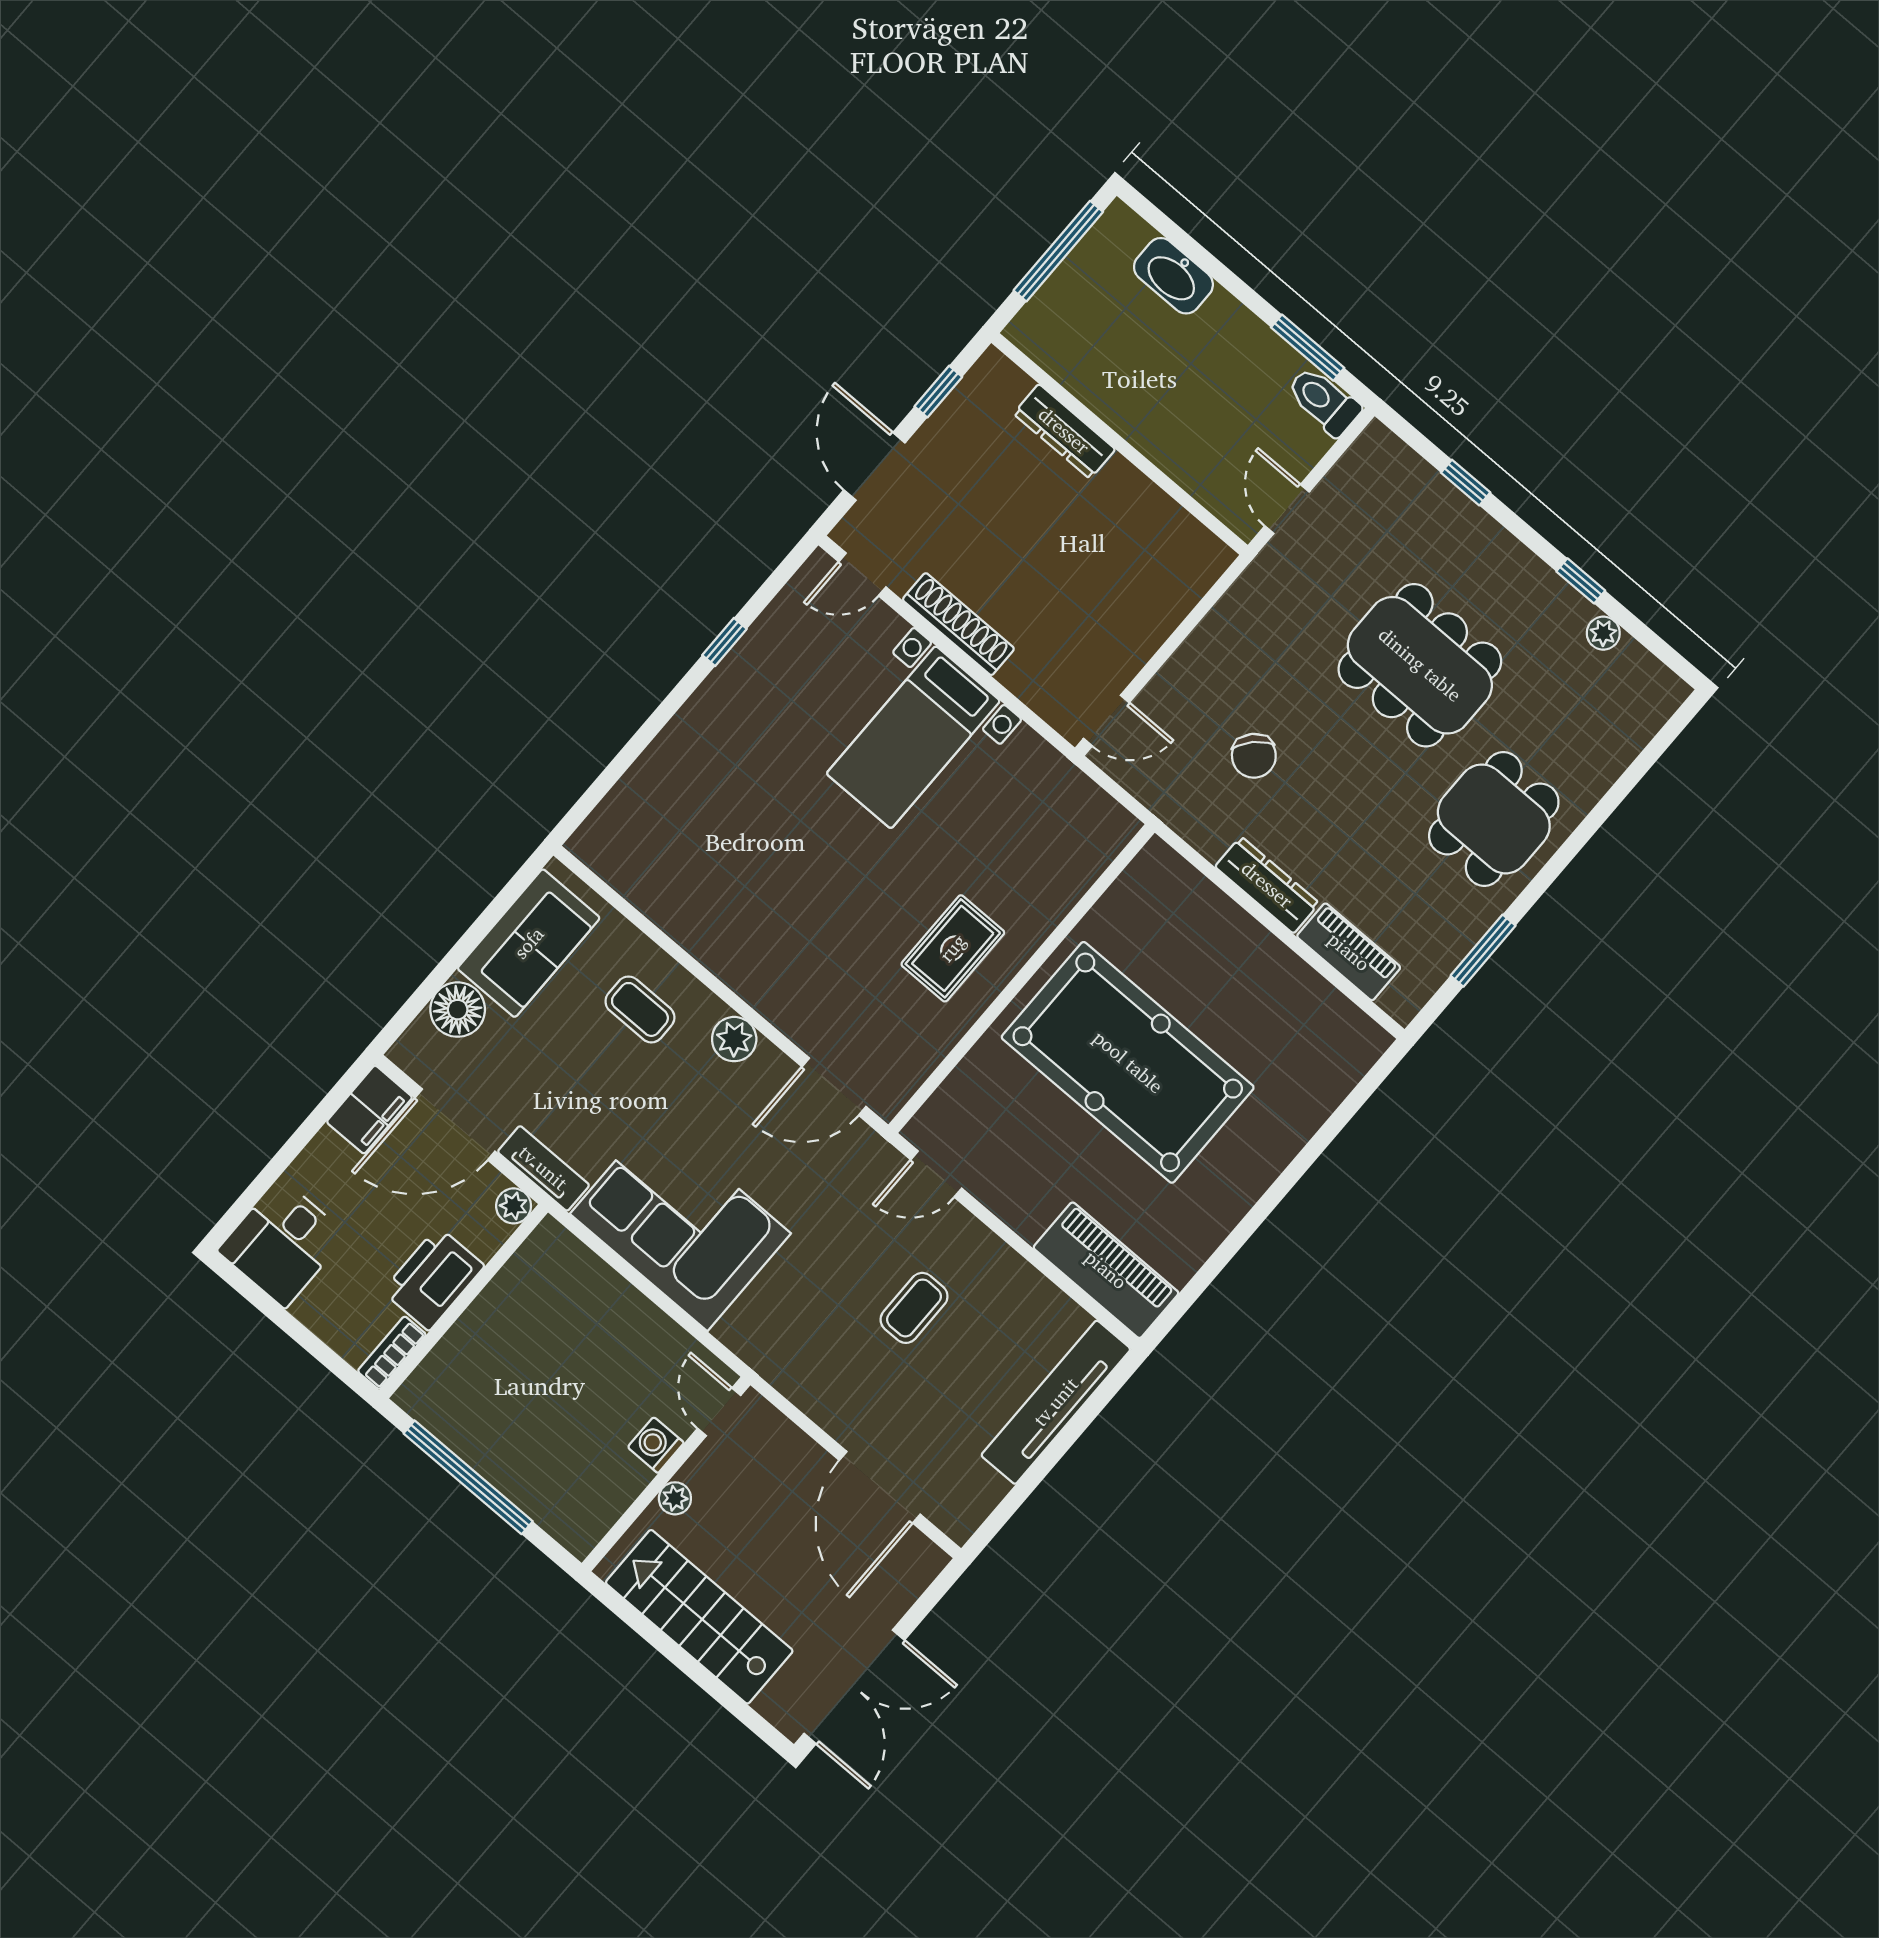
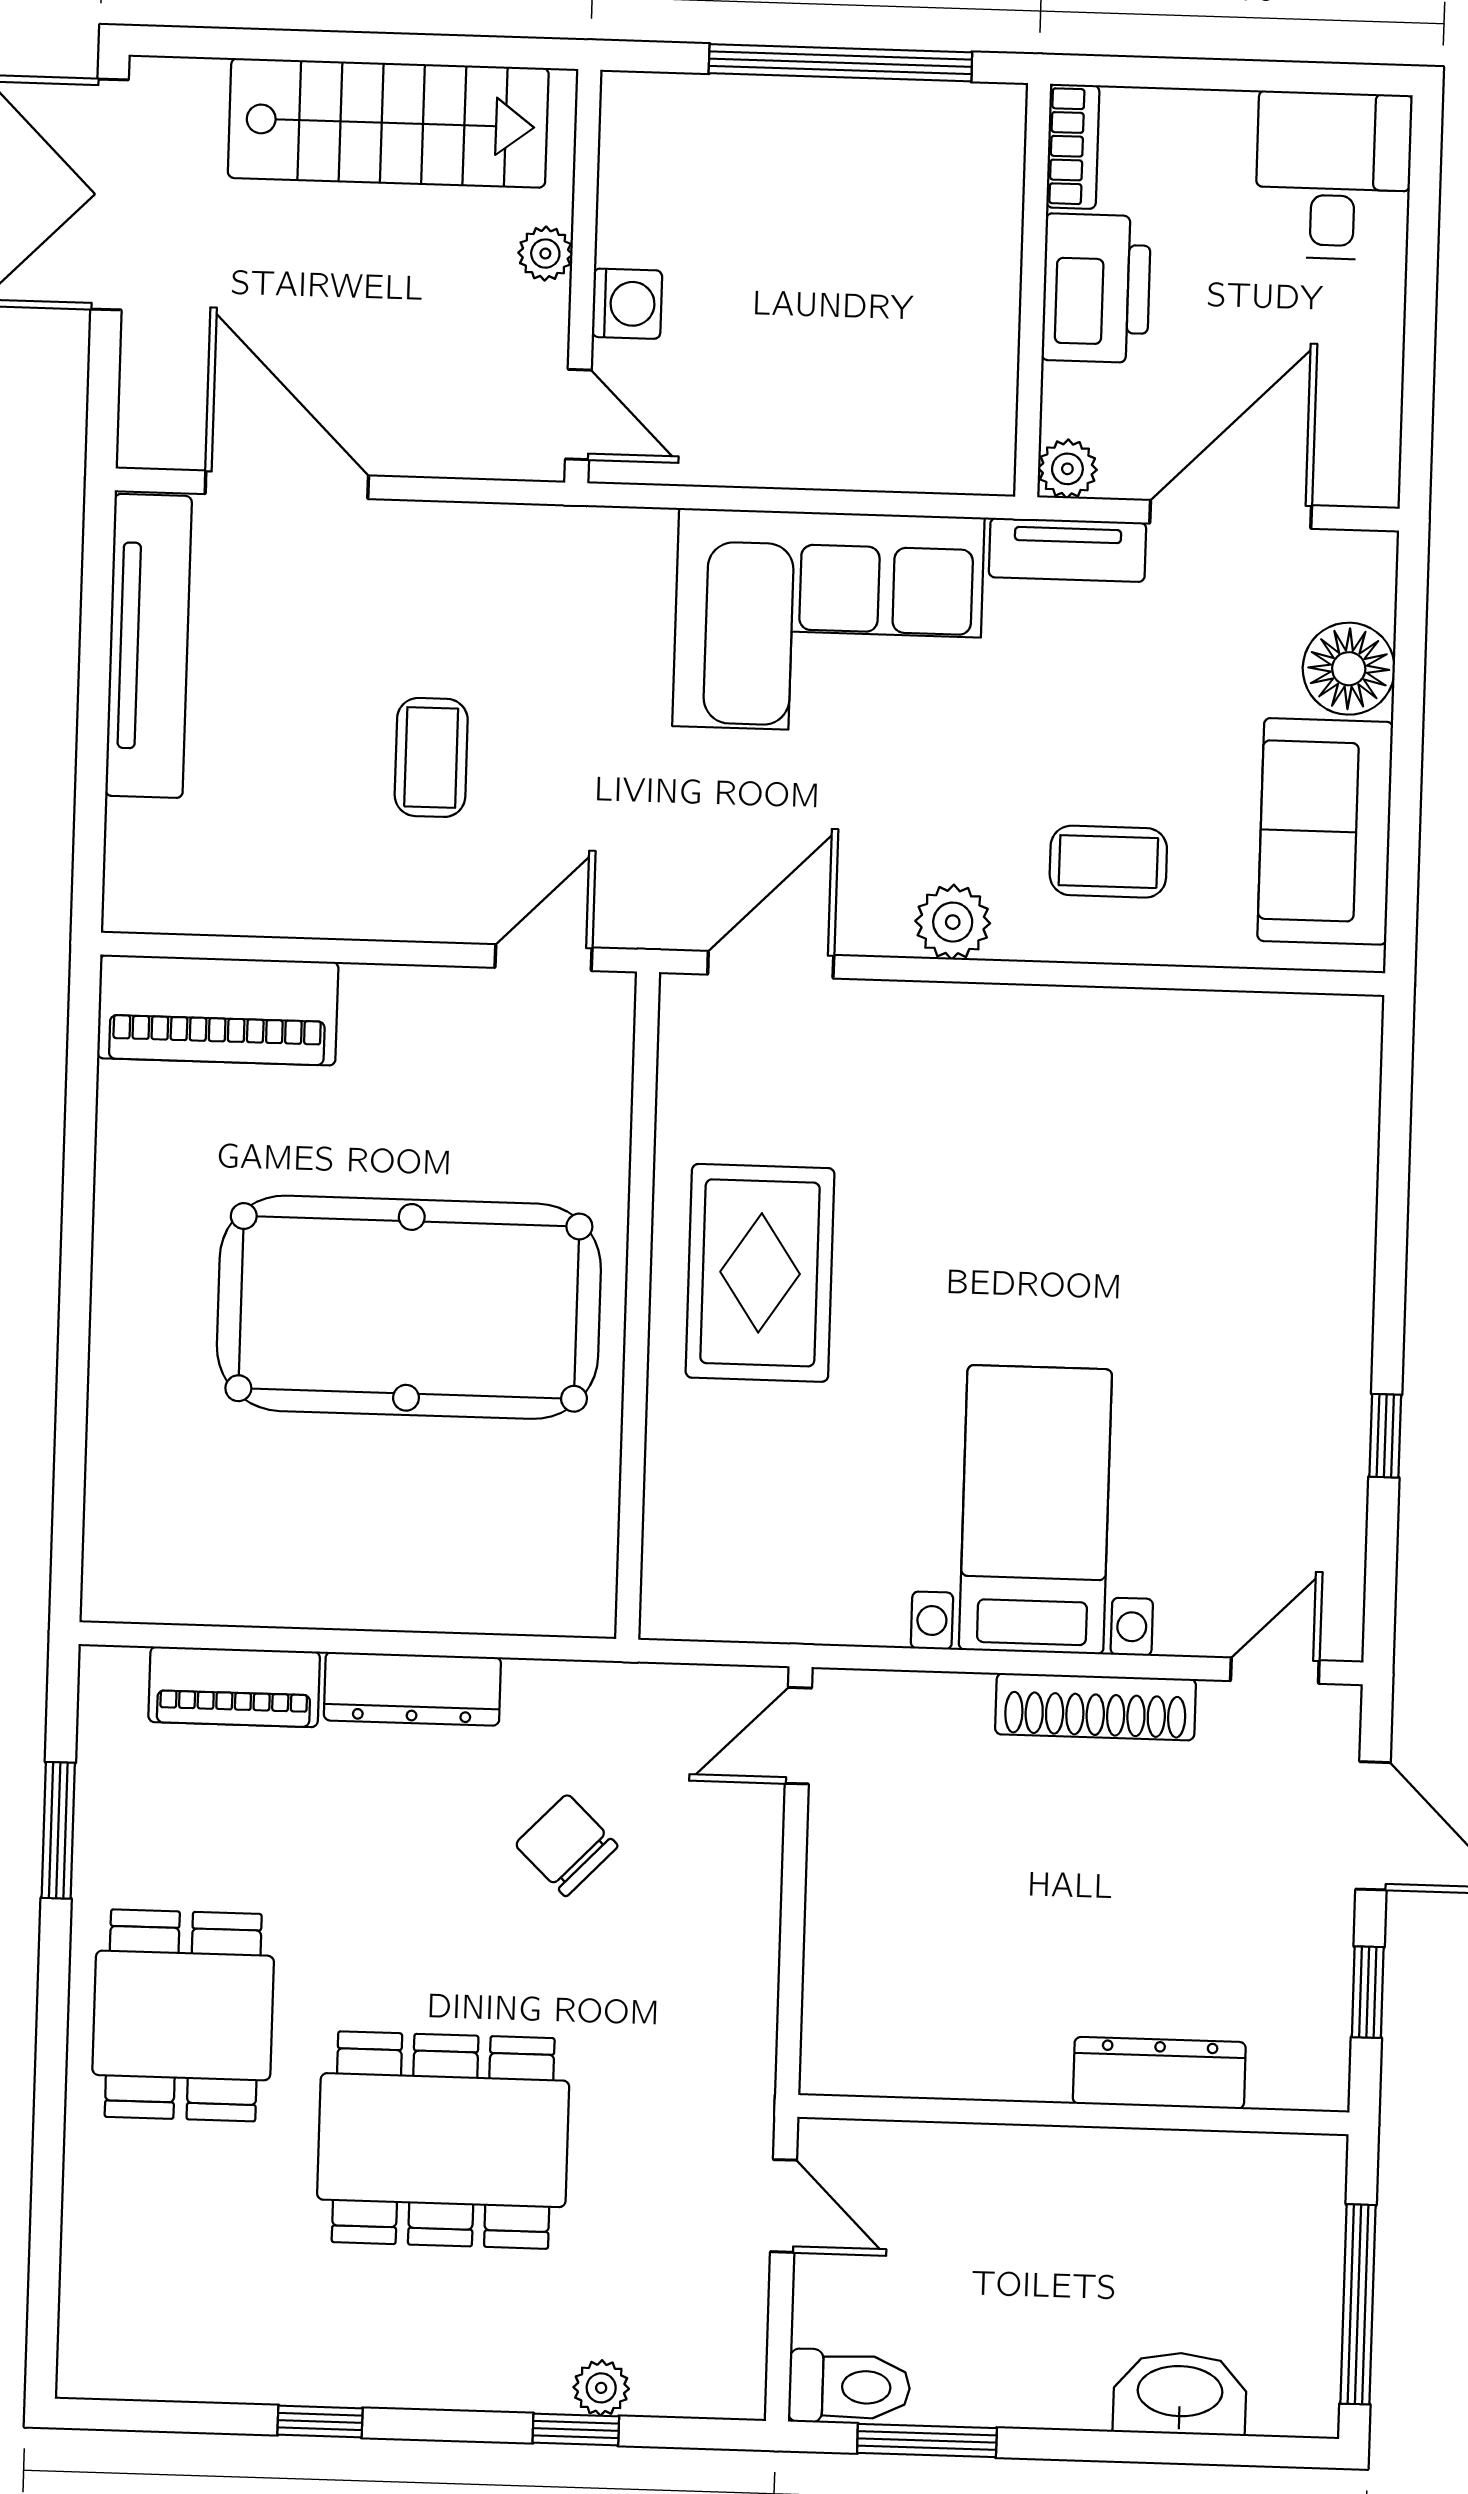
plant: (1603, 633) -> (601, 2388), moved
rug: (953, 948) -> (760, 1273), width x1.36, depth x1.43
filing cabinet: (369, 1110) -> (1359, 444), removed
tv unit: (1056, 1402) -> (149, 646), moved

